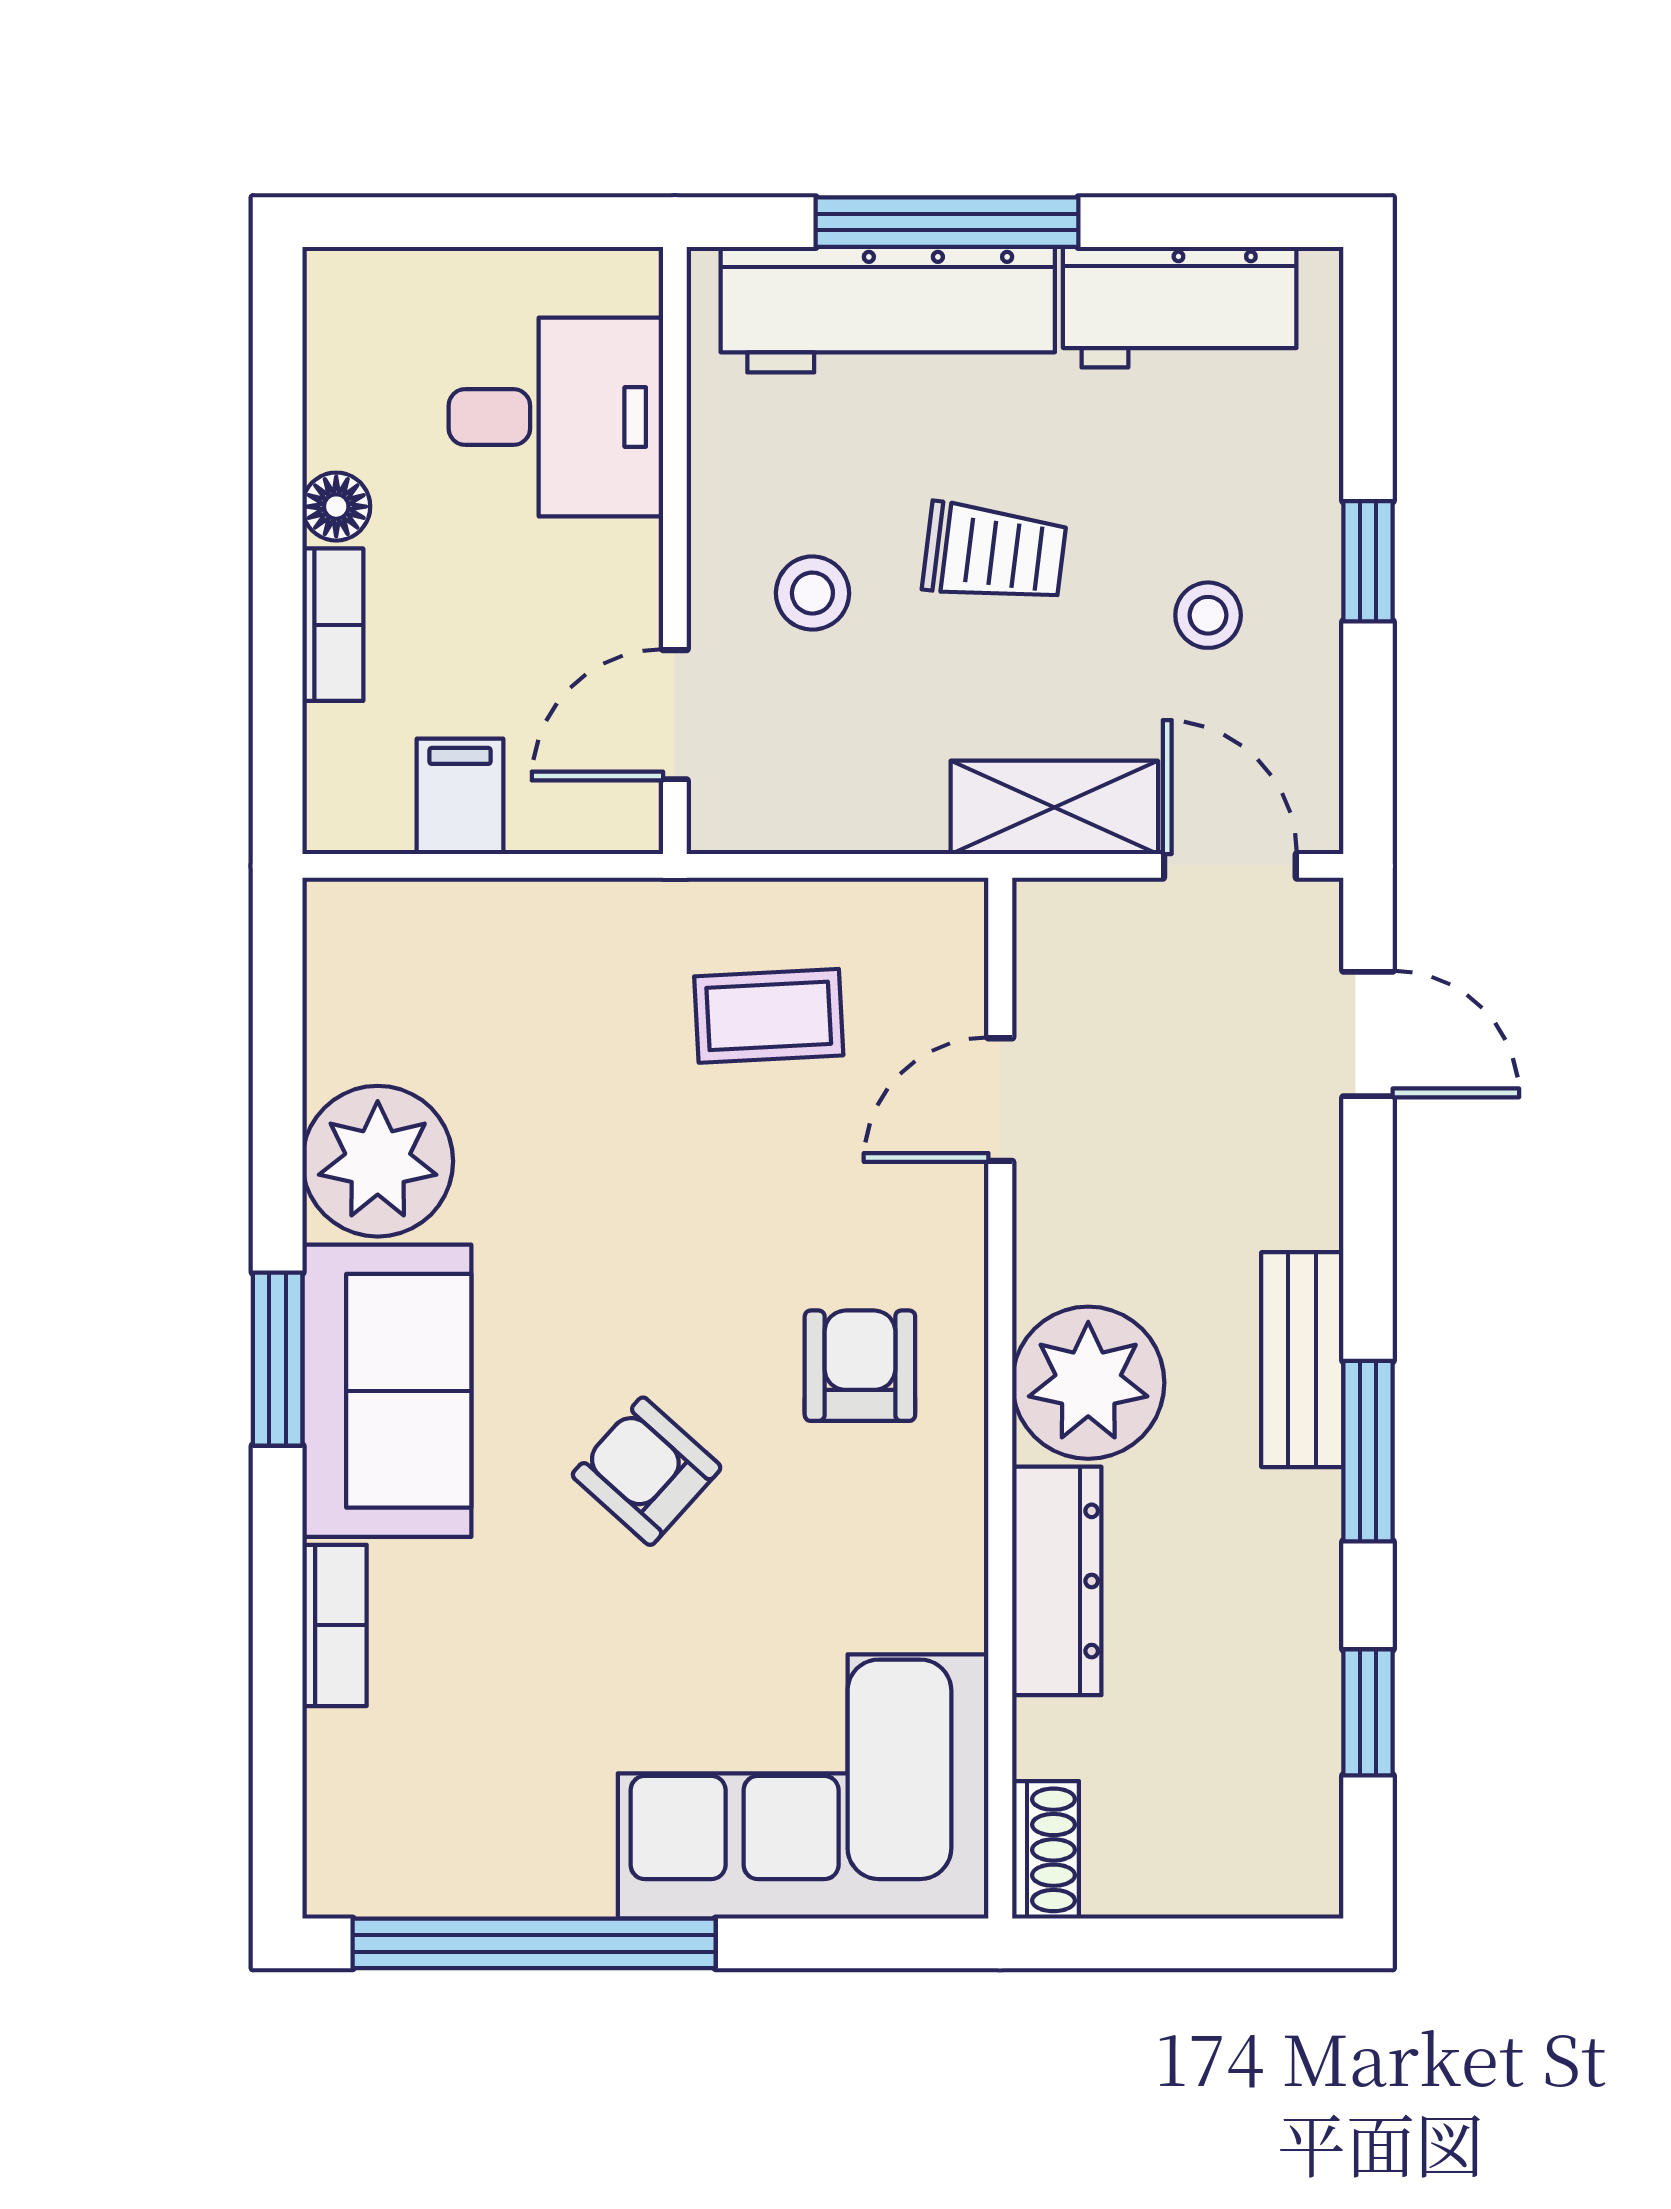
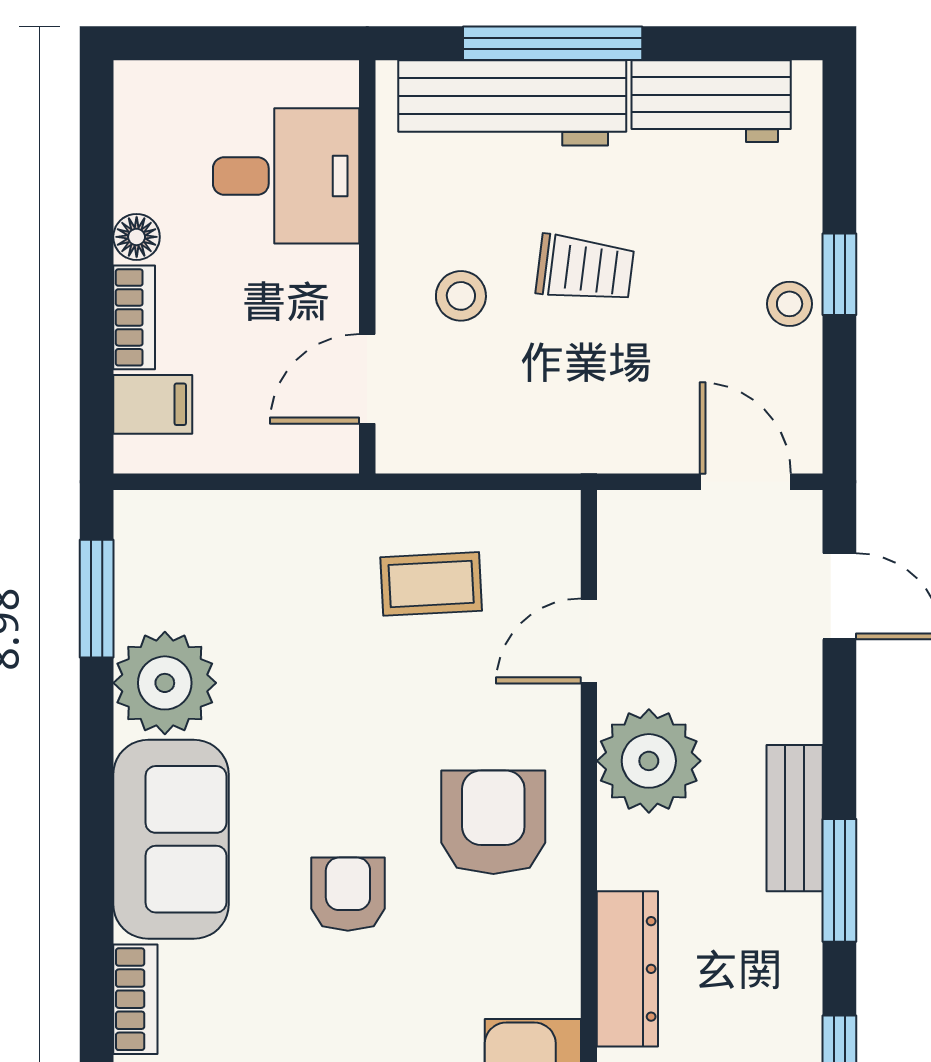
stool: (1208, 615) -> (790, 304), moved
filing cabinet: (460, 796) -> (153, 404), moved, turned 90
shelving: (1054, 807) -> (626, 442), removed
window: (278, 1359) -> (97, 599), moved
armchair: (860, 1366) -> (493, 822), width x1.38, depth x1.38
plant: (1088, 1383) -> (649, 761), moved
armchair: (647, 1471) -> (348, 894), turned 48

